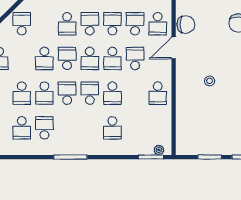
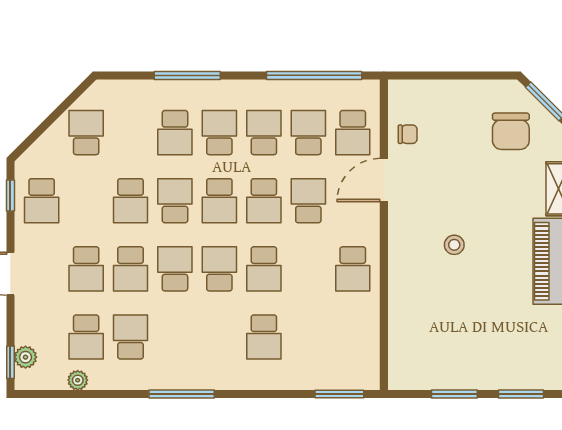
chair: (186, 25) -> (408, 134), width x0.54, depth x0.54
plant: (159, 150) -> (78, 380), moved

